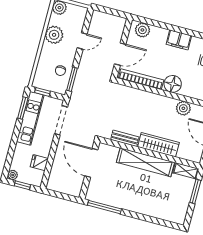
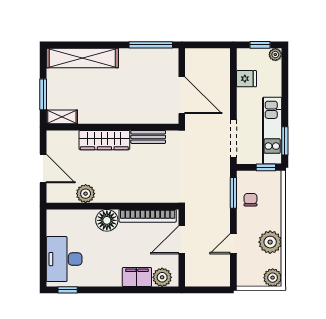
filing cabinet: (179, 40) -> (137, 277), moved
shelving: (145, 162) -> (82, 58), moved

